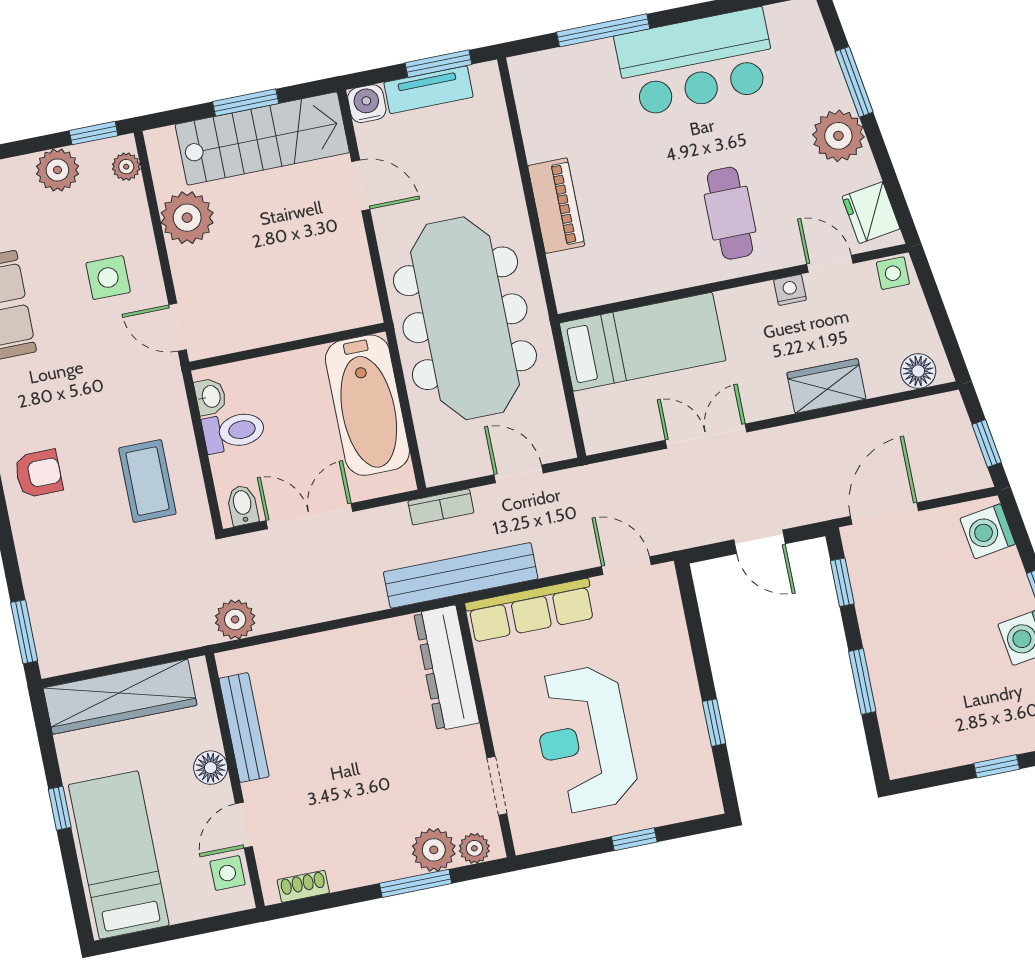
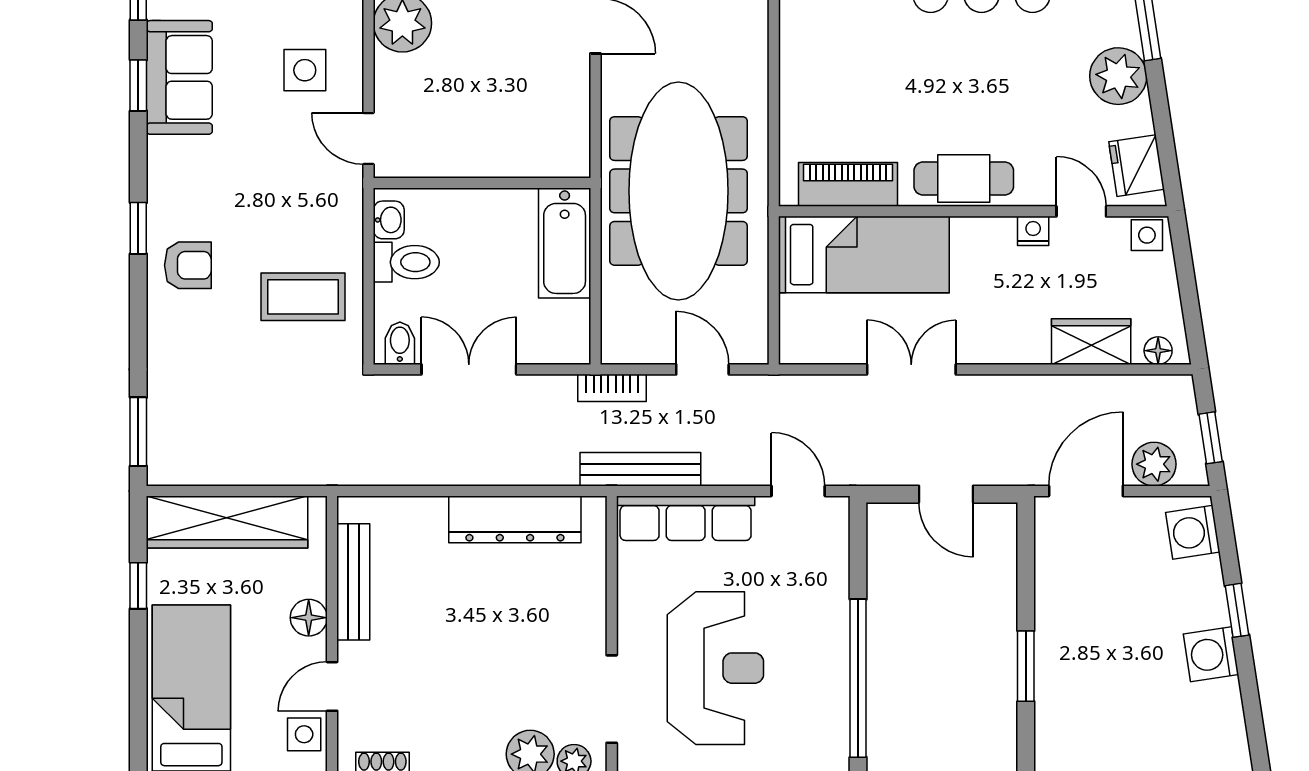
piano: (556, 206) -> (848, 184), moved, turned -90
cafe table: (730, 213) -> (964, 178), moved, turned 90
floor lamp: (918, 371) -> (1158, 351), width x0.73, depth x0.73
wardrobe: (826, 386) -> (1091, 342), moved
bathtub: (367, 405) -> (565, 243), width x0.73, depth x0.73
coffee table: (147, 481) -> (303, 297), turned 90
bench: (461, 575) -> (640, 469), width x0.73, depth x0.82
window: (842, 582) -> (1026, 555), removed
plant: (235, 619) -> (1154, 464), moved
dresser: (447, 668) -> (515, 519), moved, turned -90
window: (714, 723) -> (858, 678), width x3.17
reception desk: (584, 739) -> (715, 668), turned 180
doorway: (497, 786) -> (612, 699), width x1.38
window: (60, 808) -> (138, 586), moved

